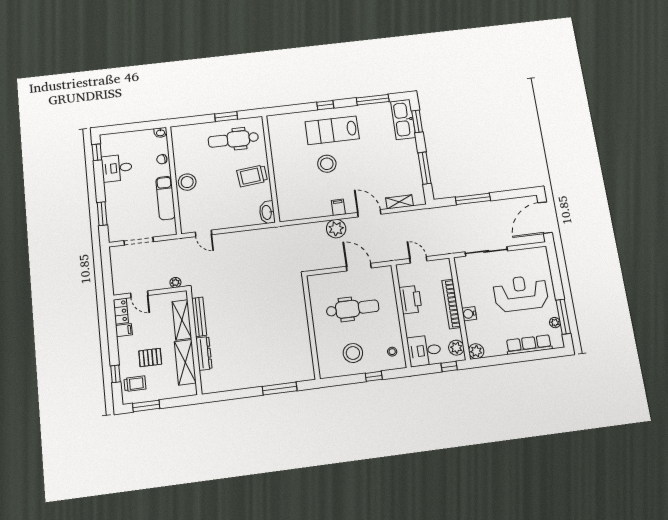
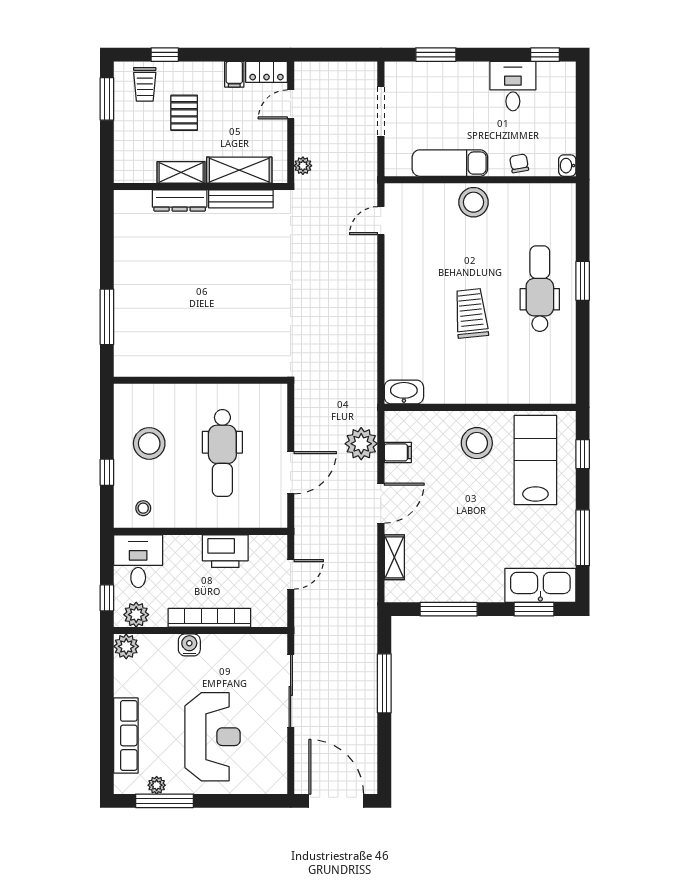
wall: (271, 168) -> (480, 407), moved
washbasin: (267, 212) -> (404, 392), moved
shelving: (185, 362) -> (181, 172), width x0.67, depth x0.75

